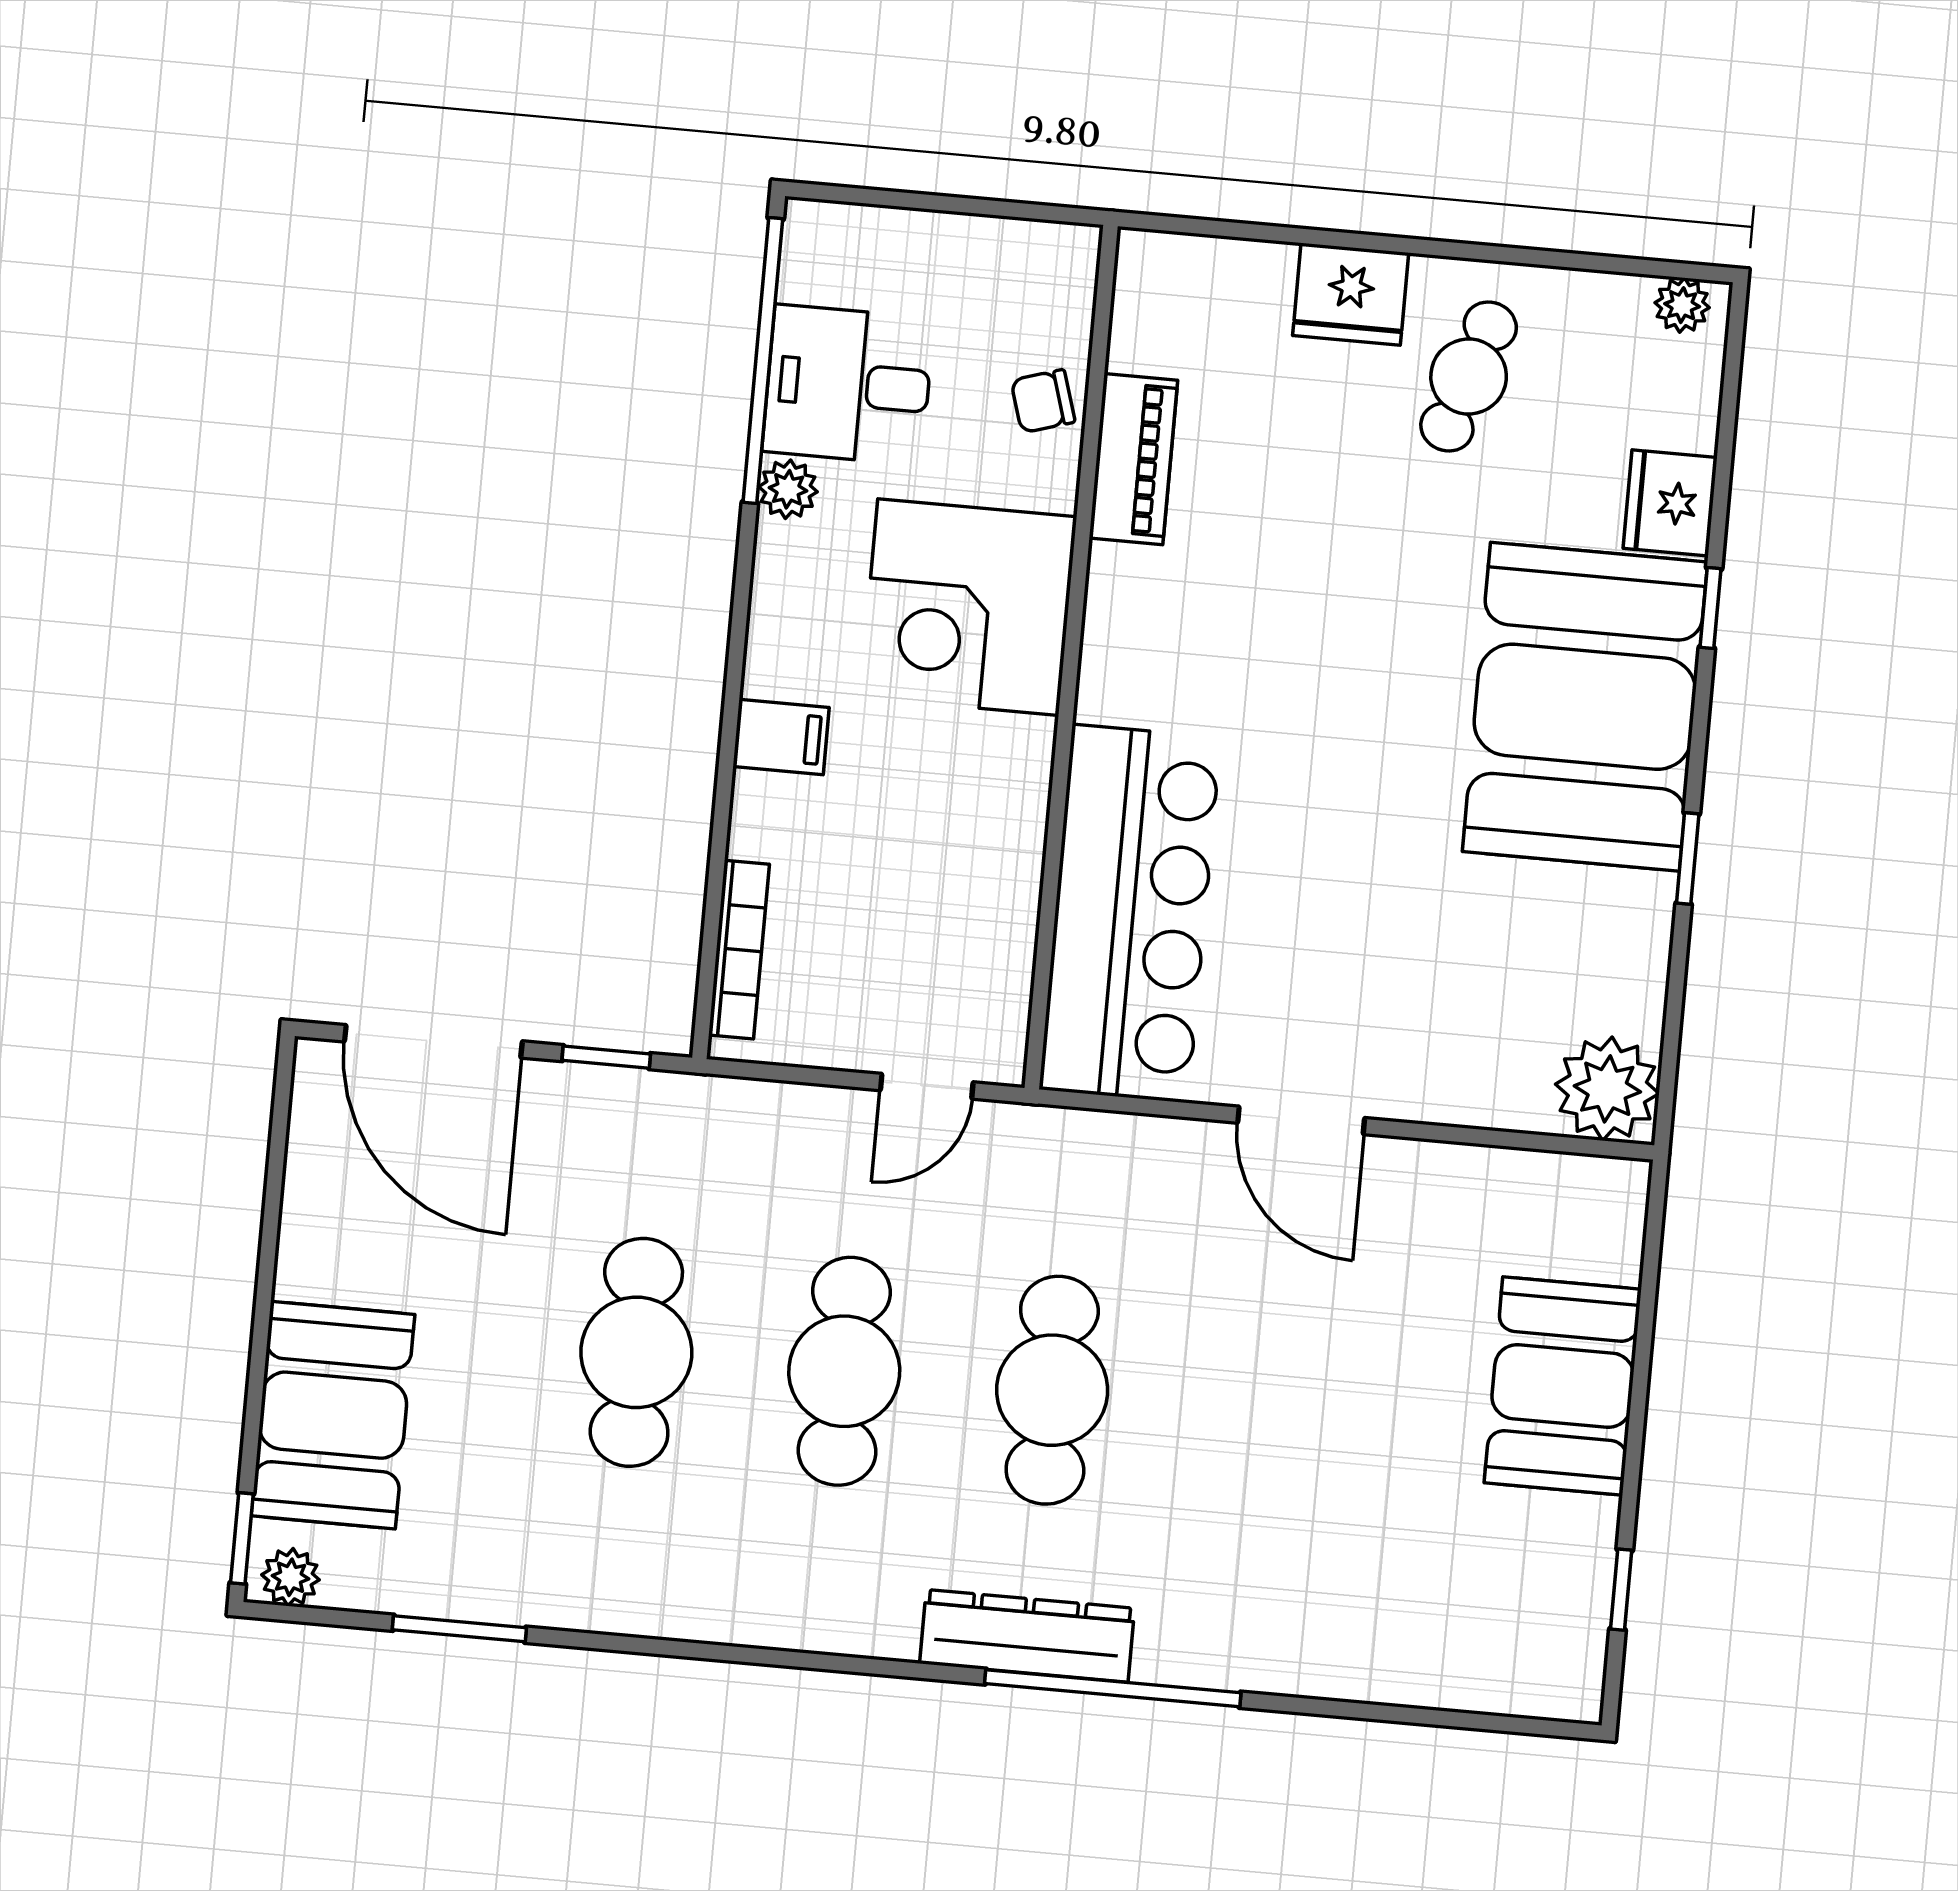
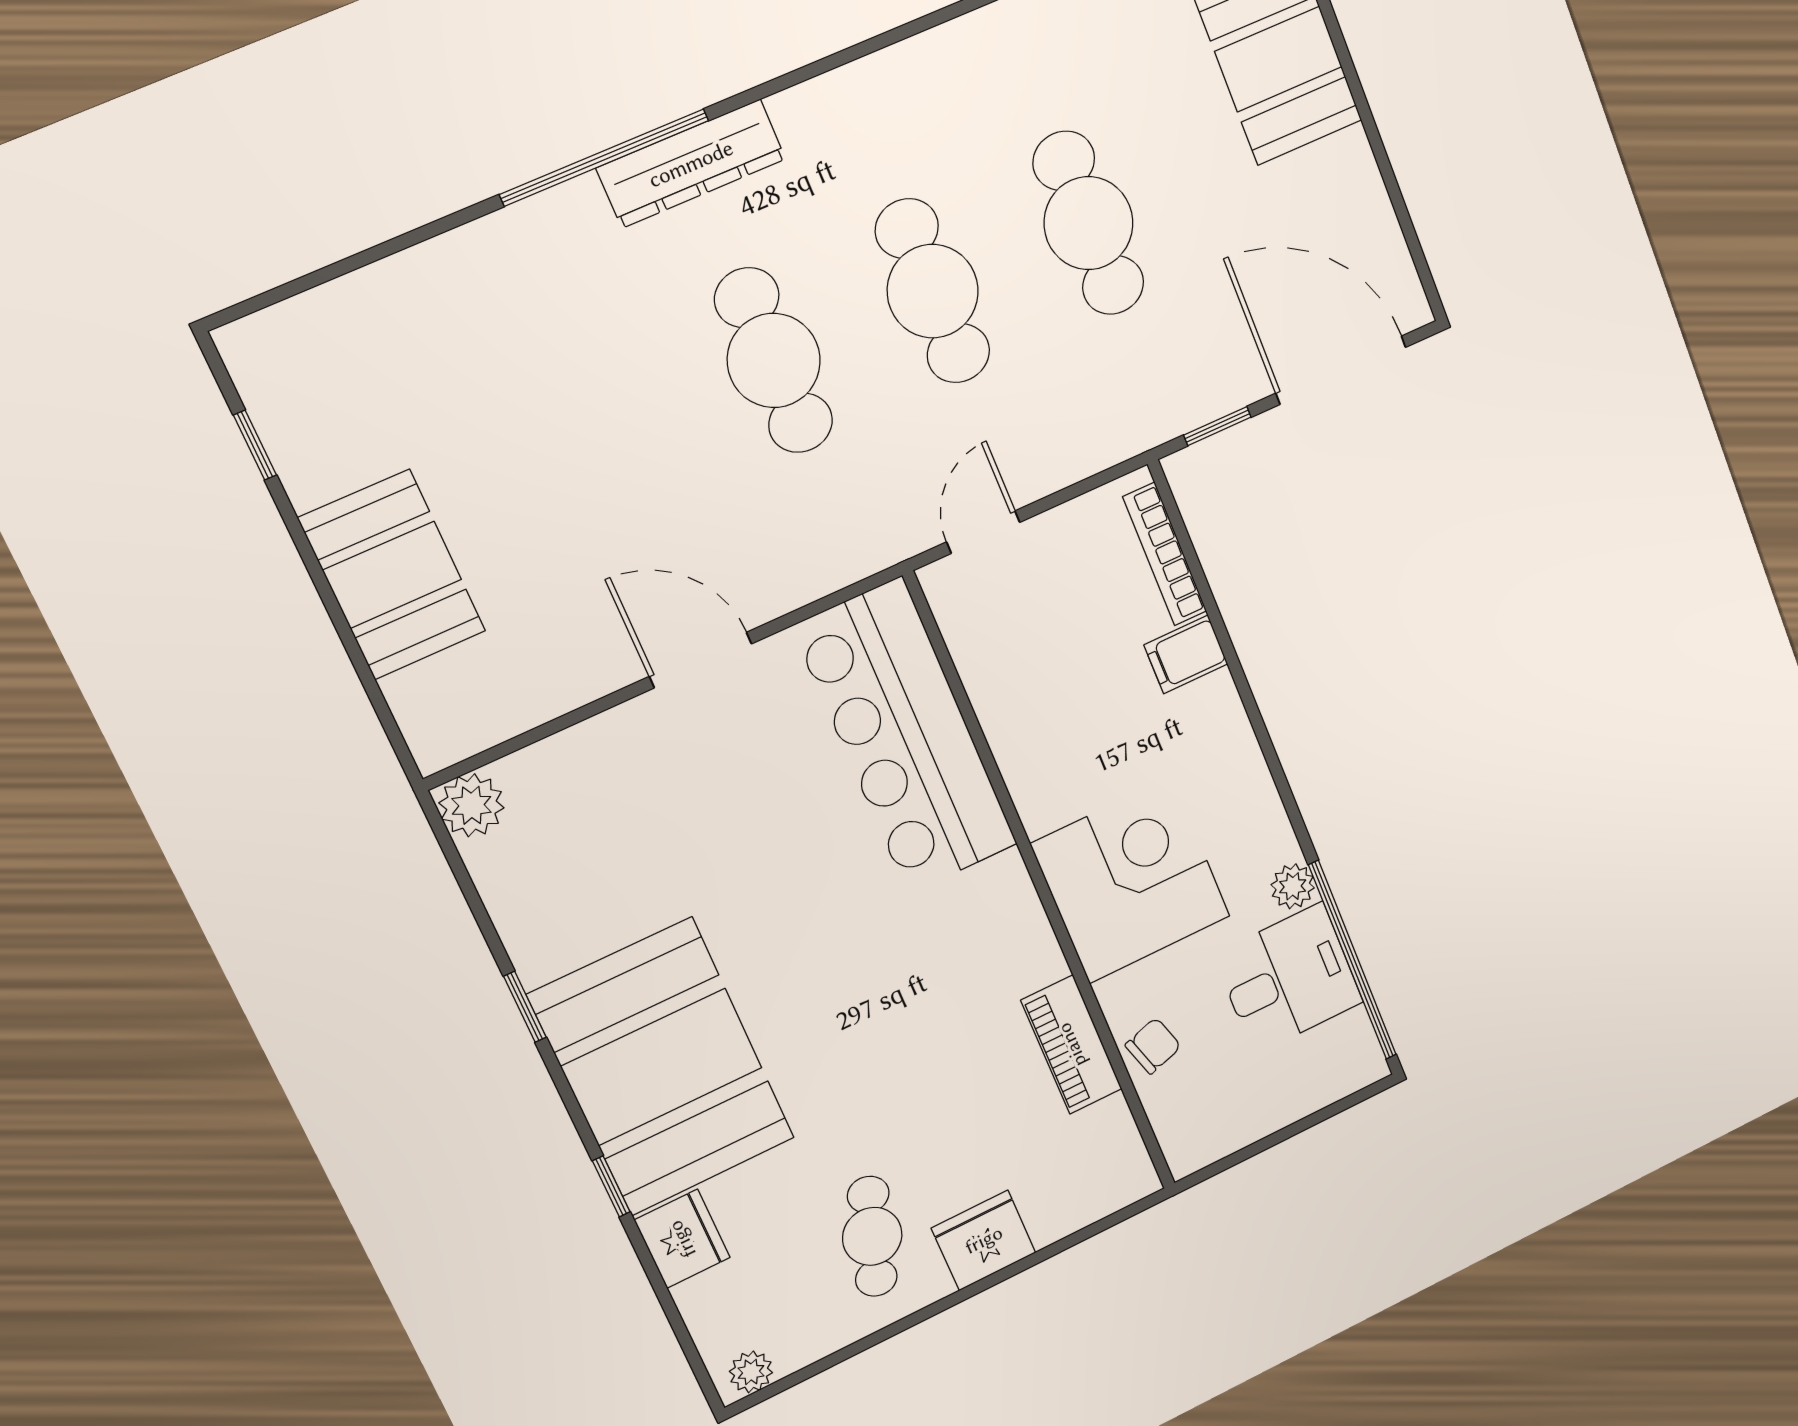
filing cabinet: (781, 737) -> (1186, 654), moved
plant: (1607, 1089) -> (472, 805), width x0.73, depth x0.73

